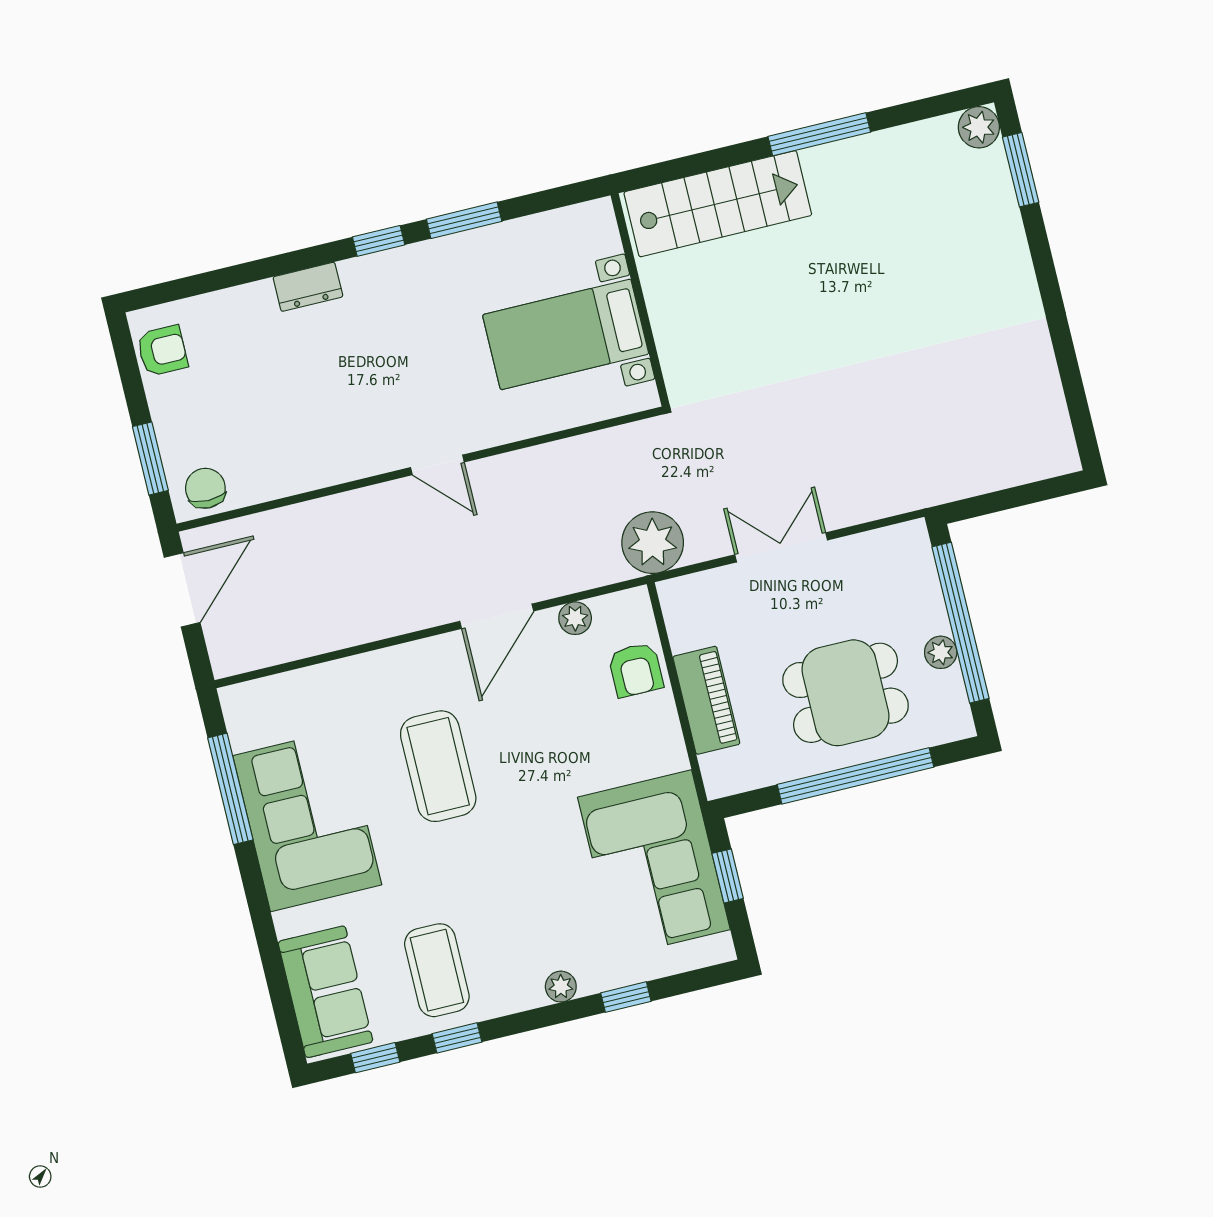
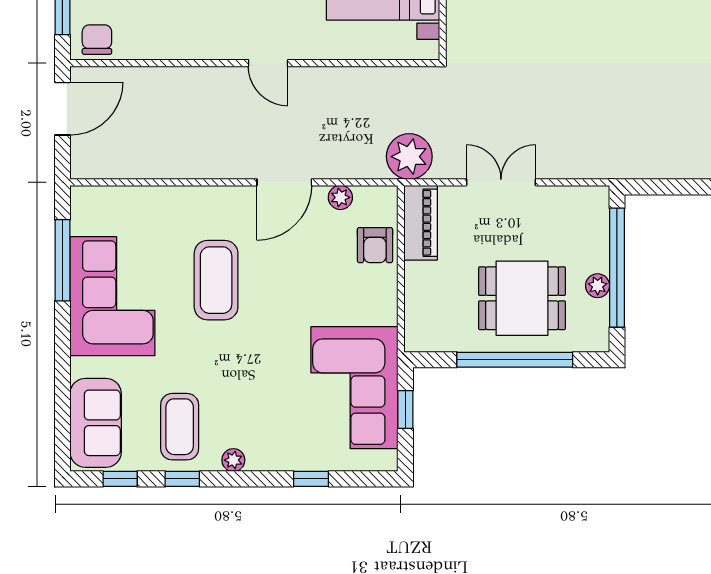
piano: (706, 700) -> (421, 223), moved
plant: (561, 987) -> (233, 460), moved

